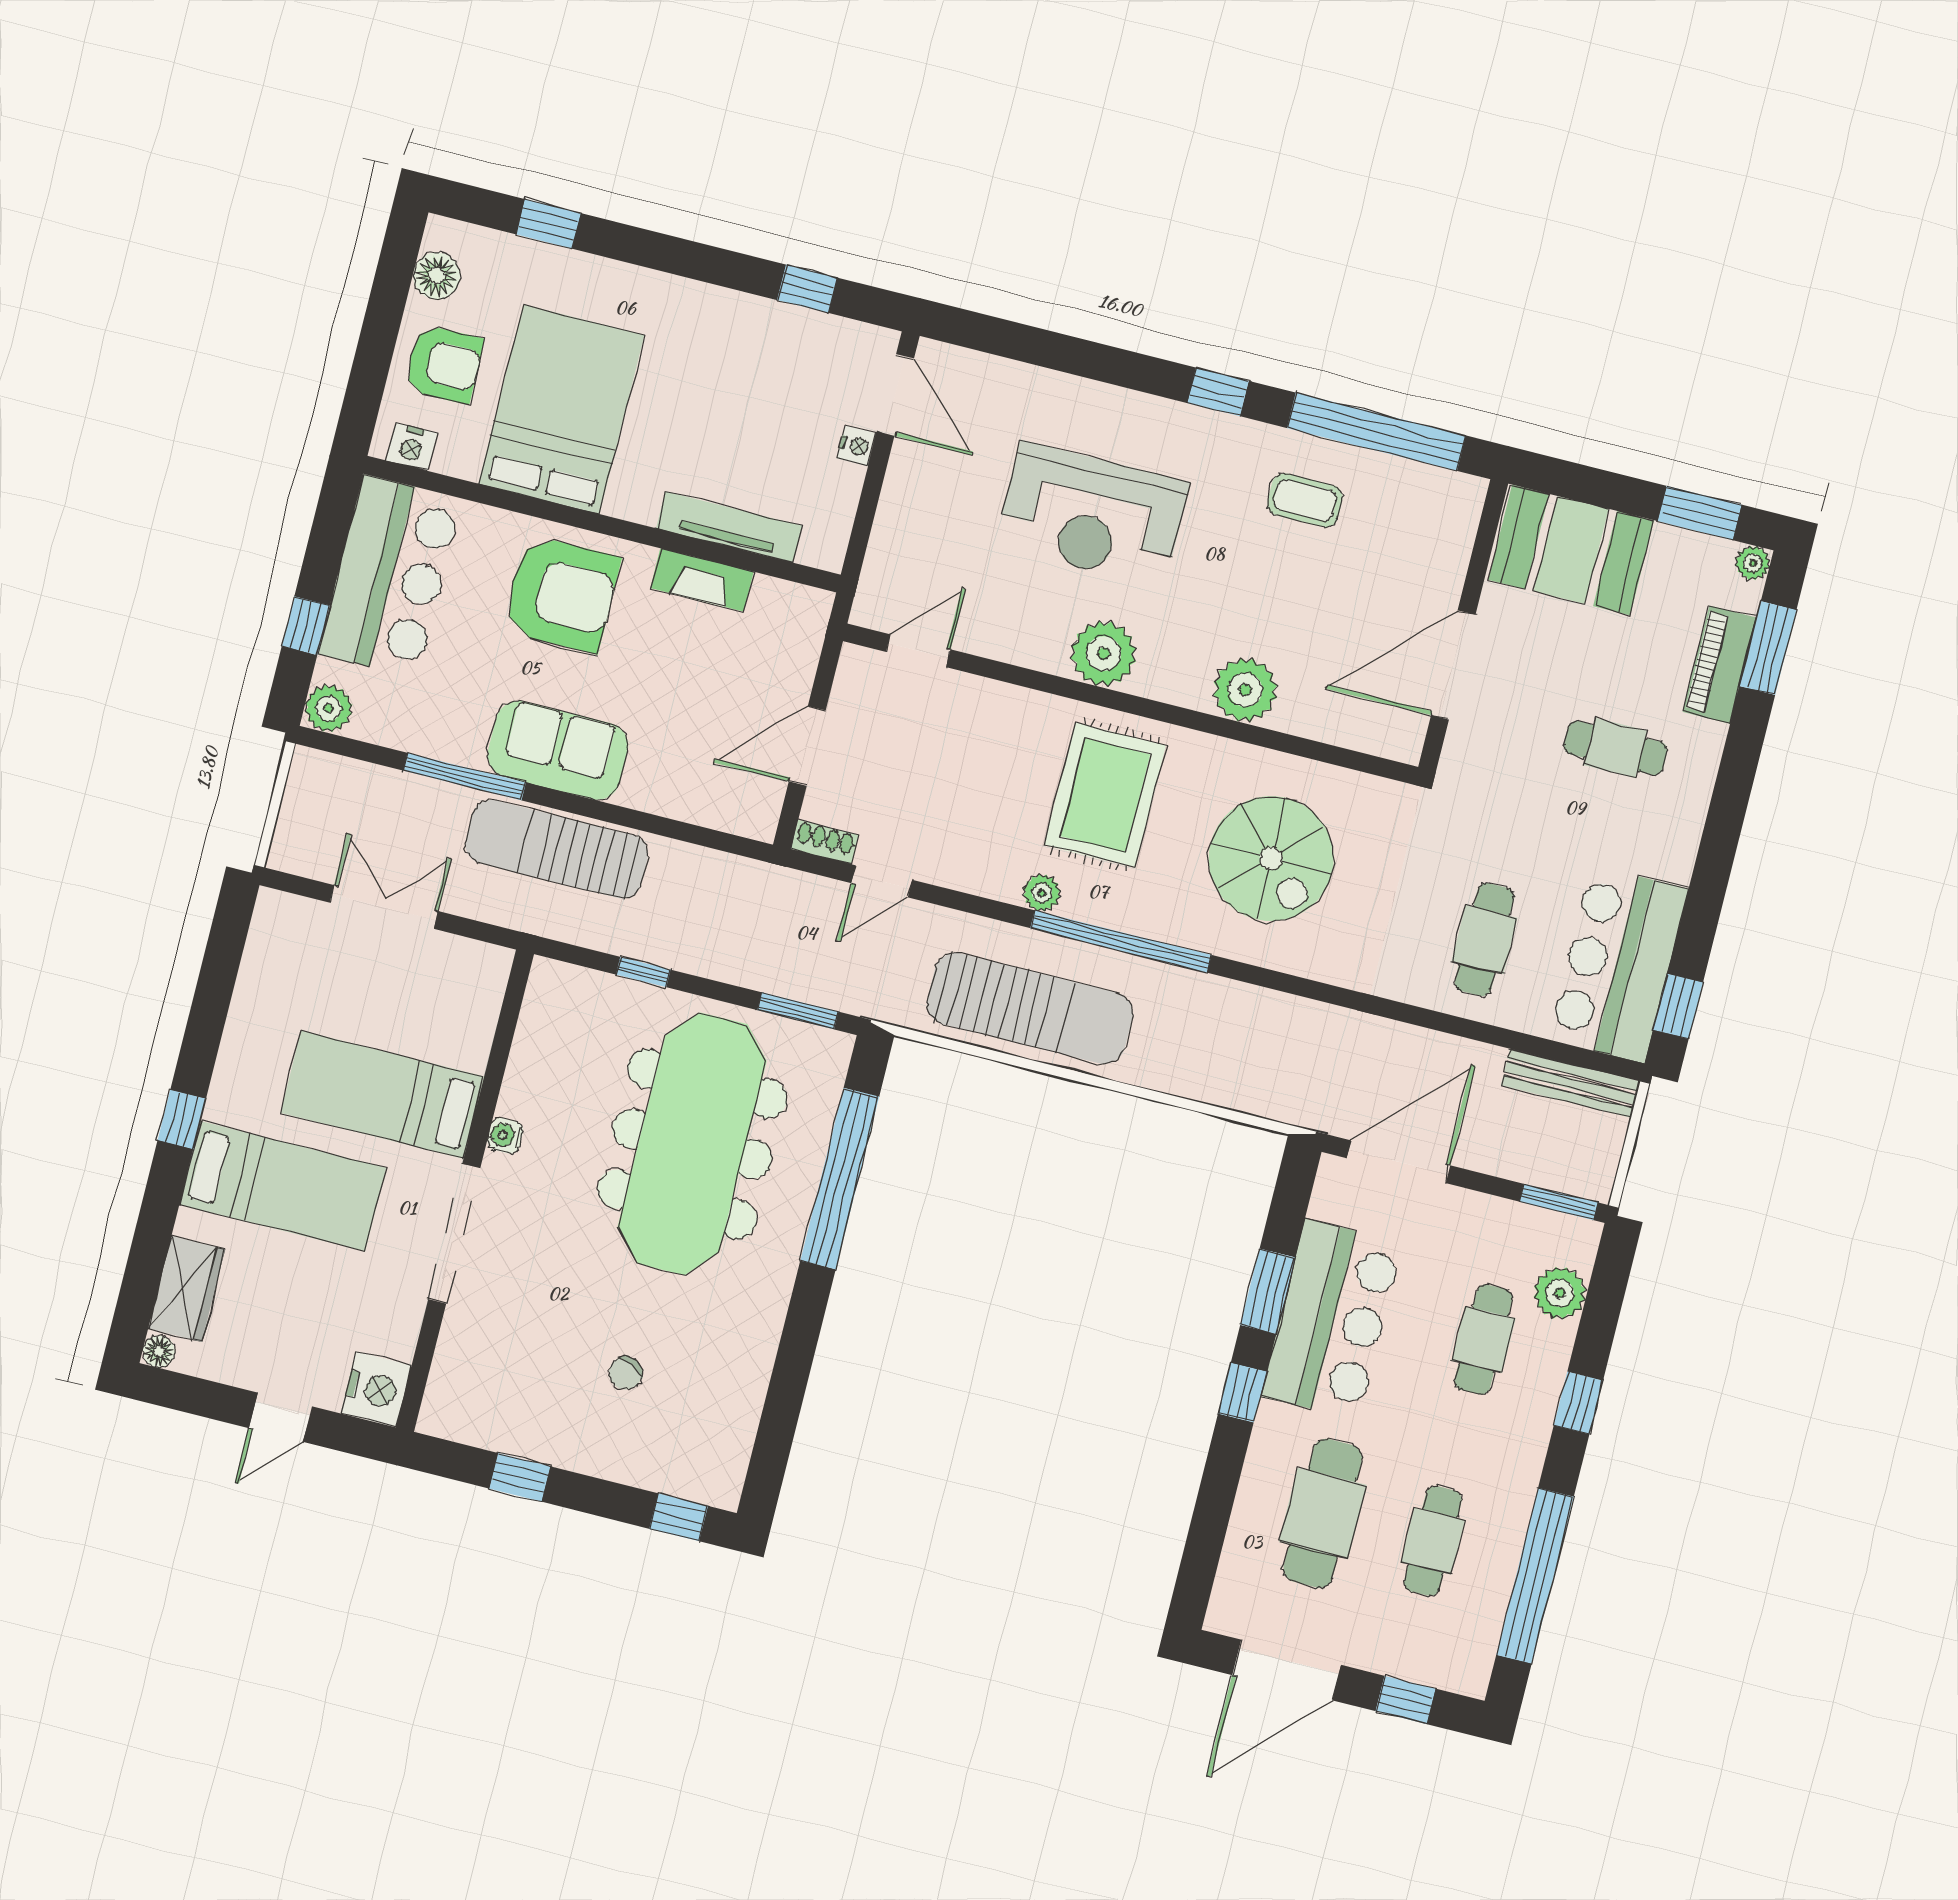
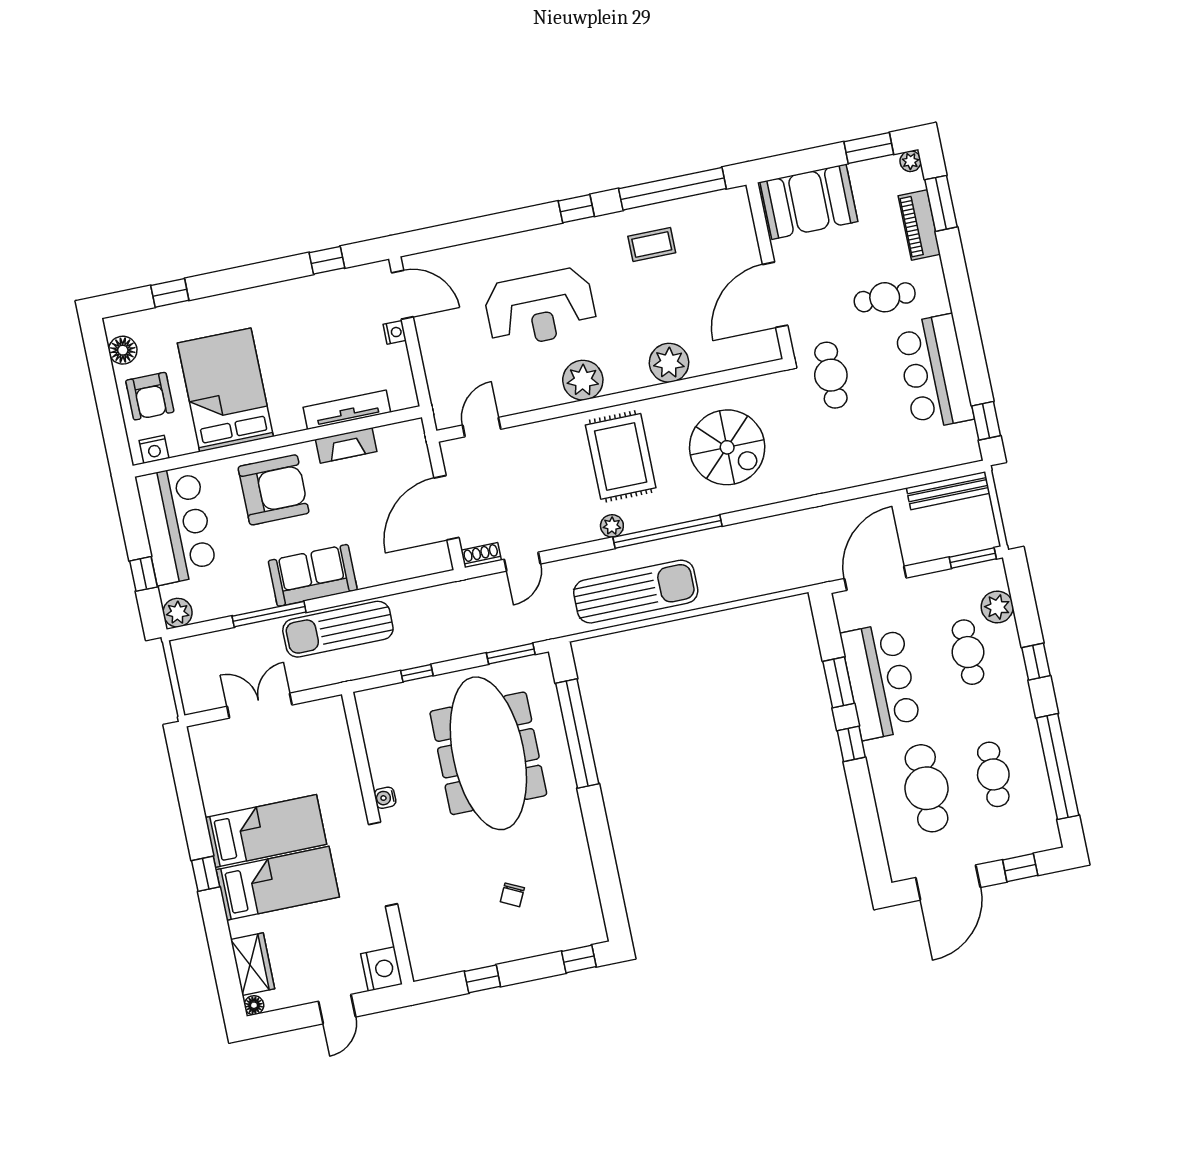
armchair: (444, 364) -> (150, 396), turned 91
door: (807, 746) -> (447, 508), width x1.36
cafe table: (1484, 940) -> (831, 375), moved
bar counter: (1618, 964) -> (934, 372), moved
bed: (382, 1095) -> (266, 831), moved, turned 180

